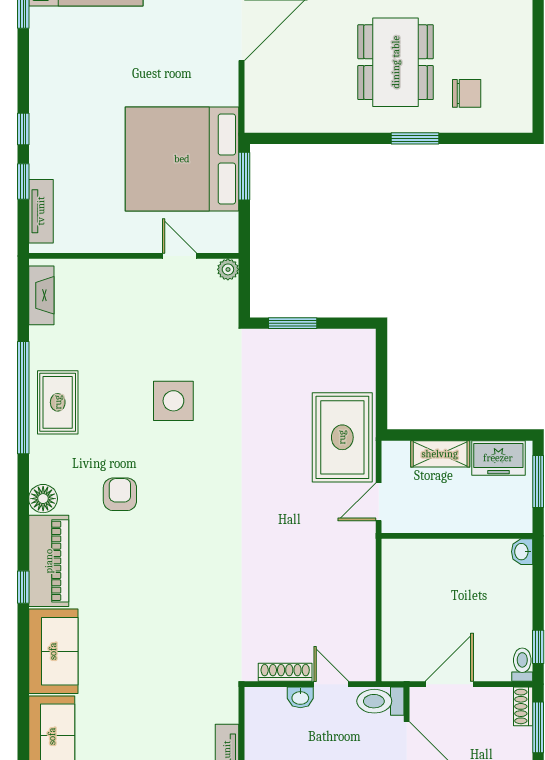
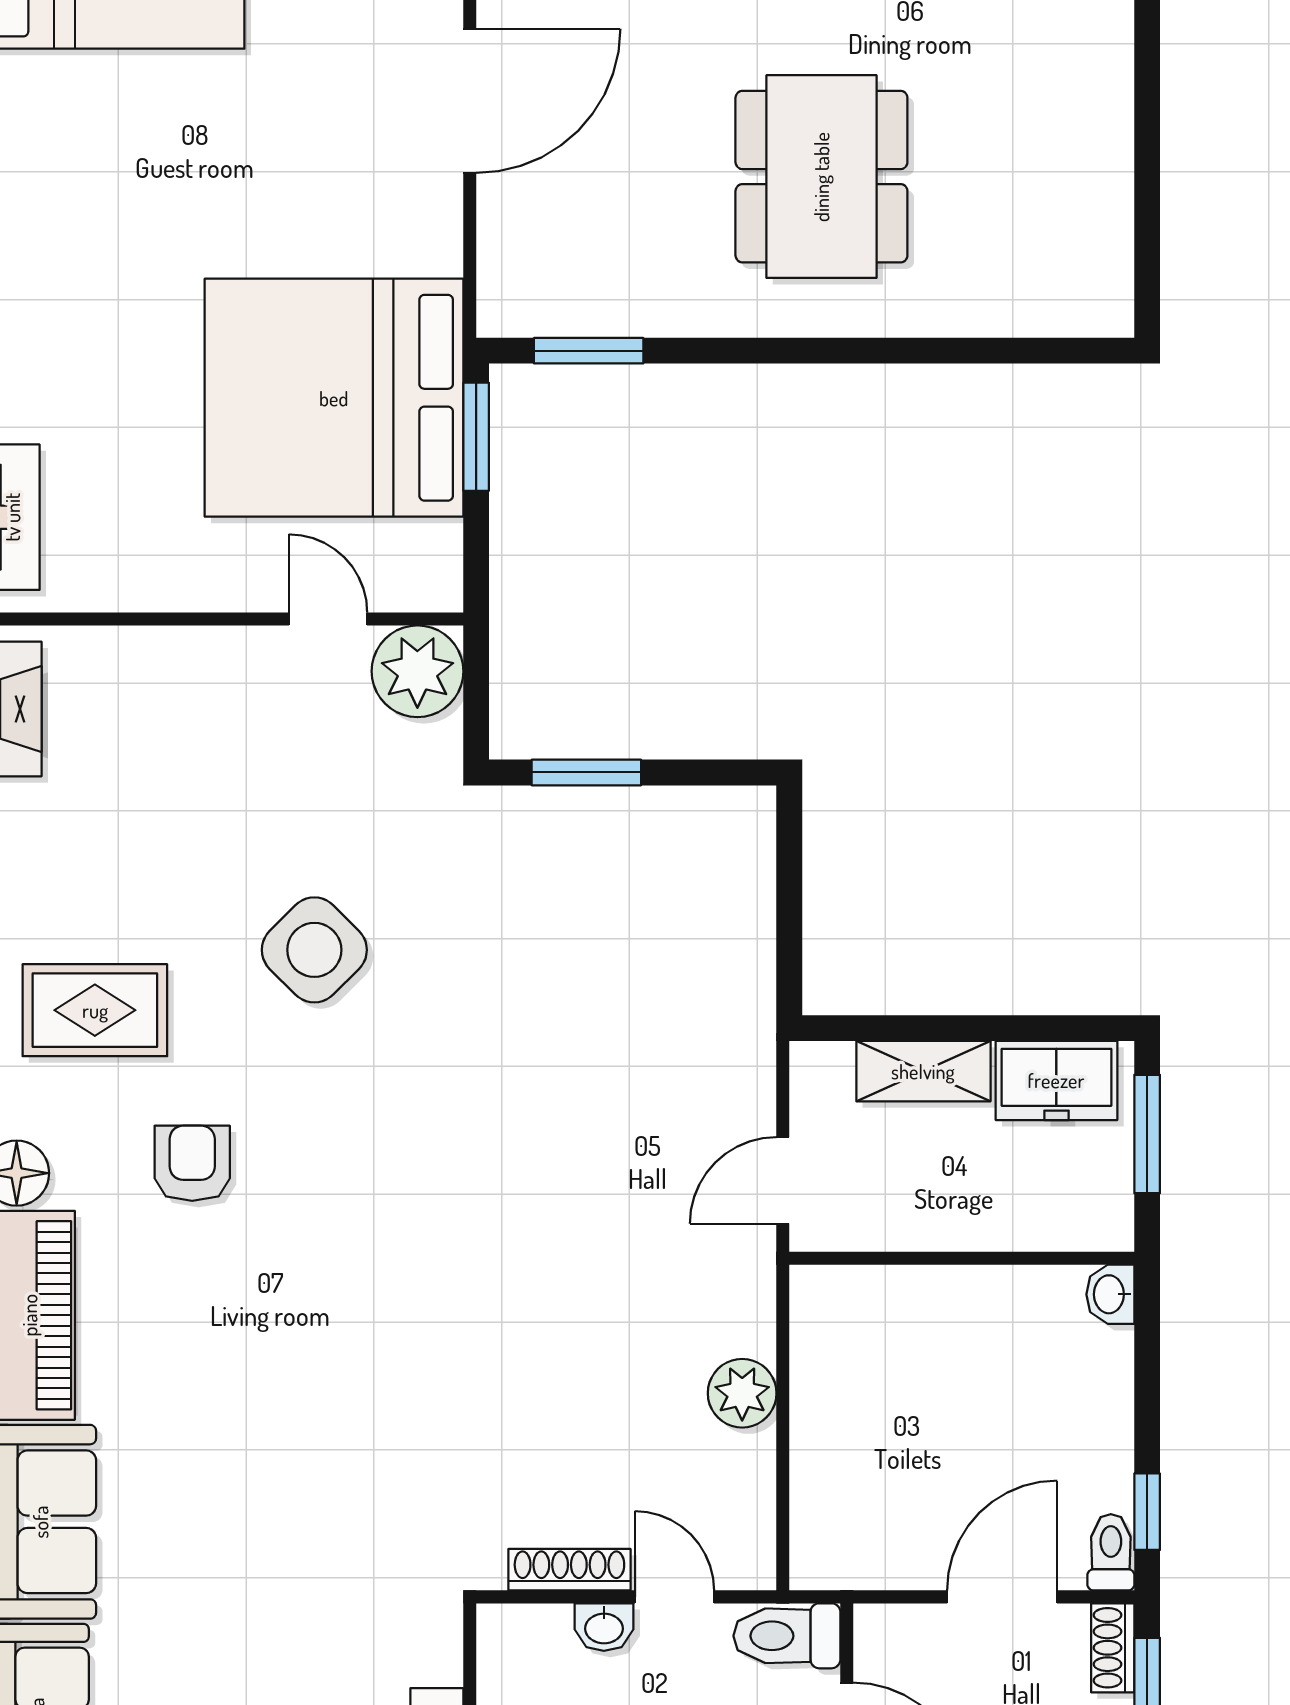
chair: (467, 93) -> (984, 248), removed
window: (415, 138) -> (589, 351), moved
plant: (228, 269) -> (417, 671), width x1.88, depth x1.88
side table: (173, 401) -> (314, 950), turned 45
rug: (58, 402) -> (95, 1010), moved, turned 90
rug: (342, 437) -> (700, 1033), removed
plant: (361, 595) -> (742, 1393), added
door: (449, 684) -> (1002, 1597), moved

